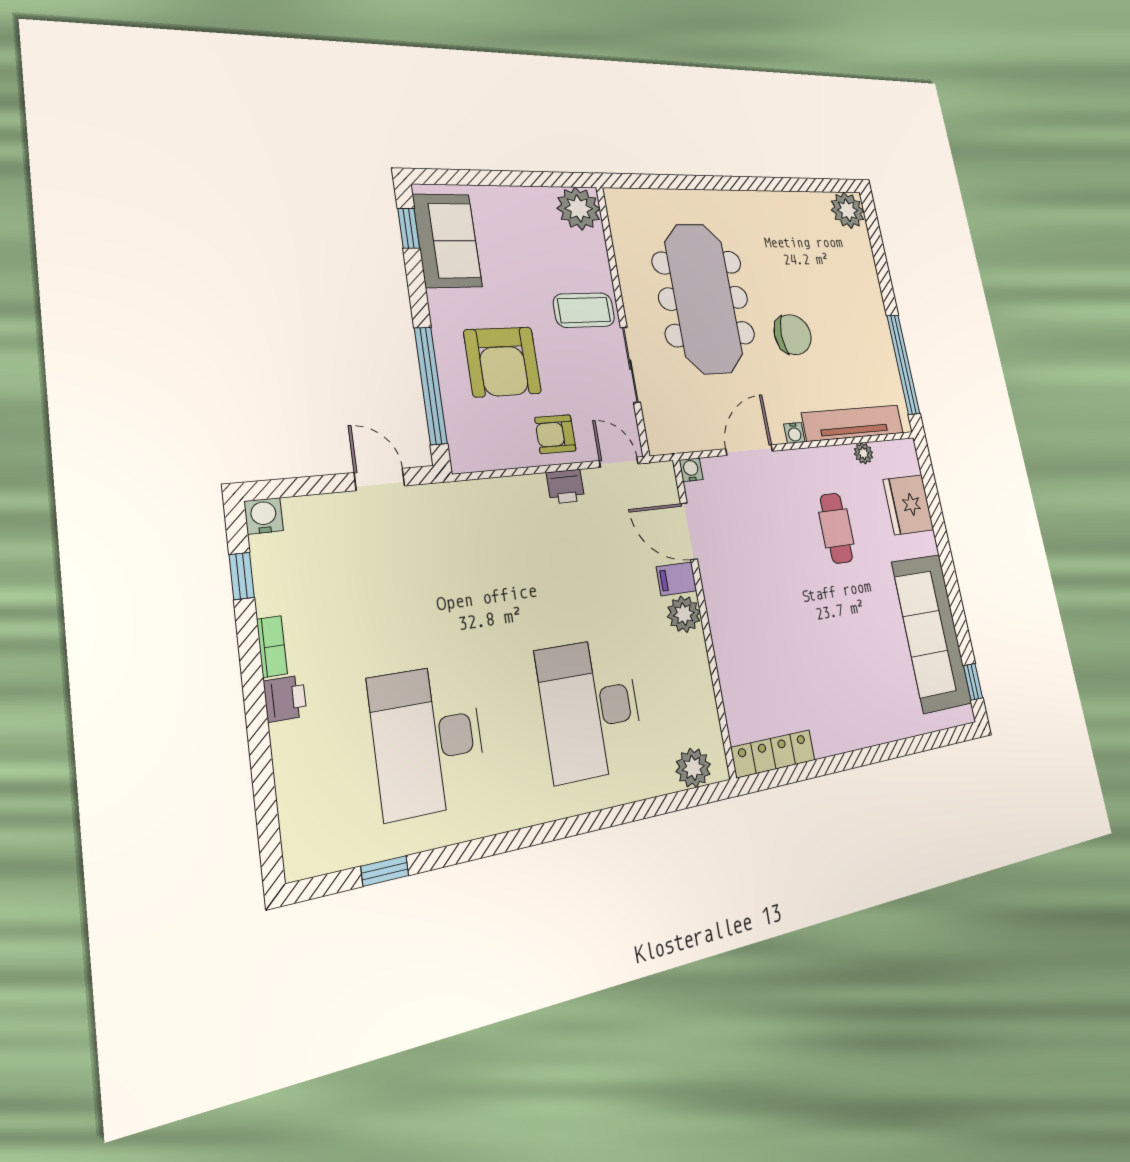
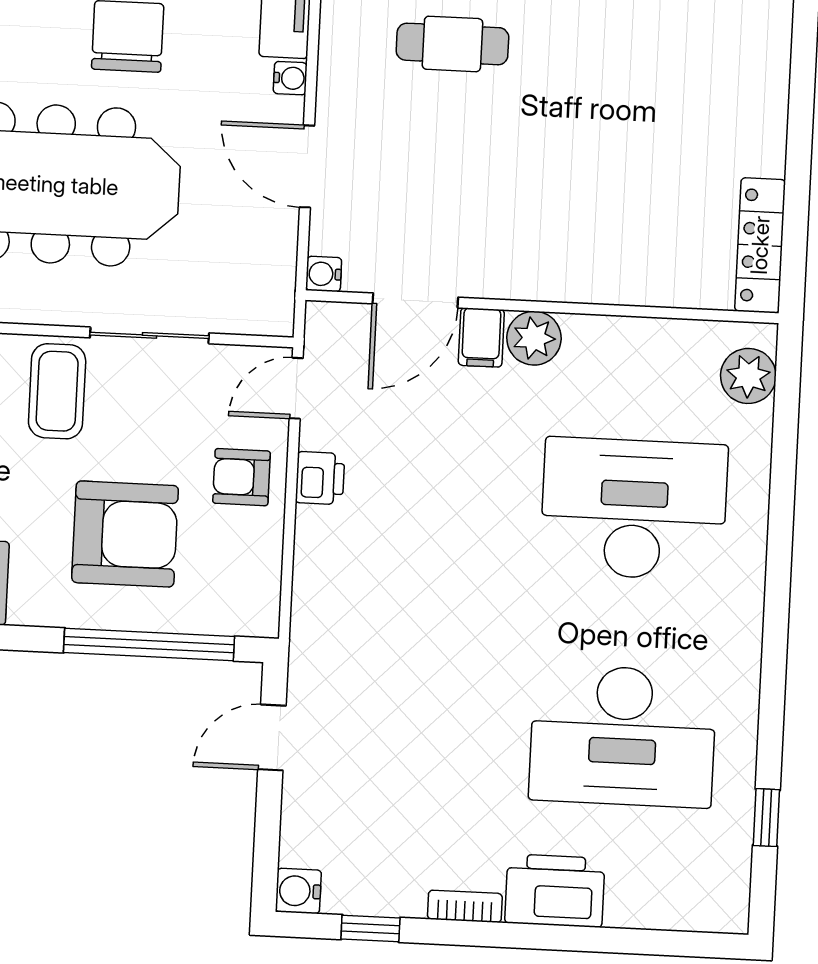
armchair: (555, 434) -> (241, 477), turned 90
printer: (285, 699) -> (555, 891), width x1.87, depth x1.48
desk: (591, 709) -> (634, 509), turned 180

